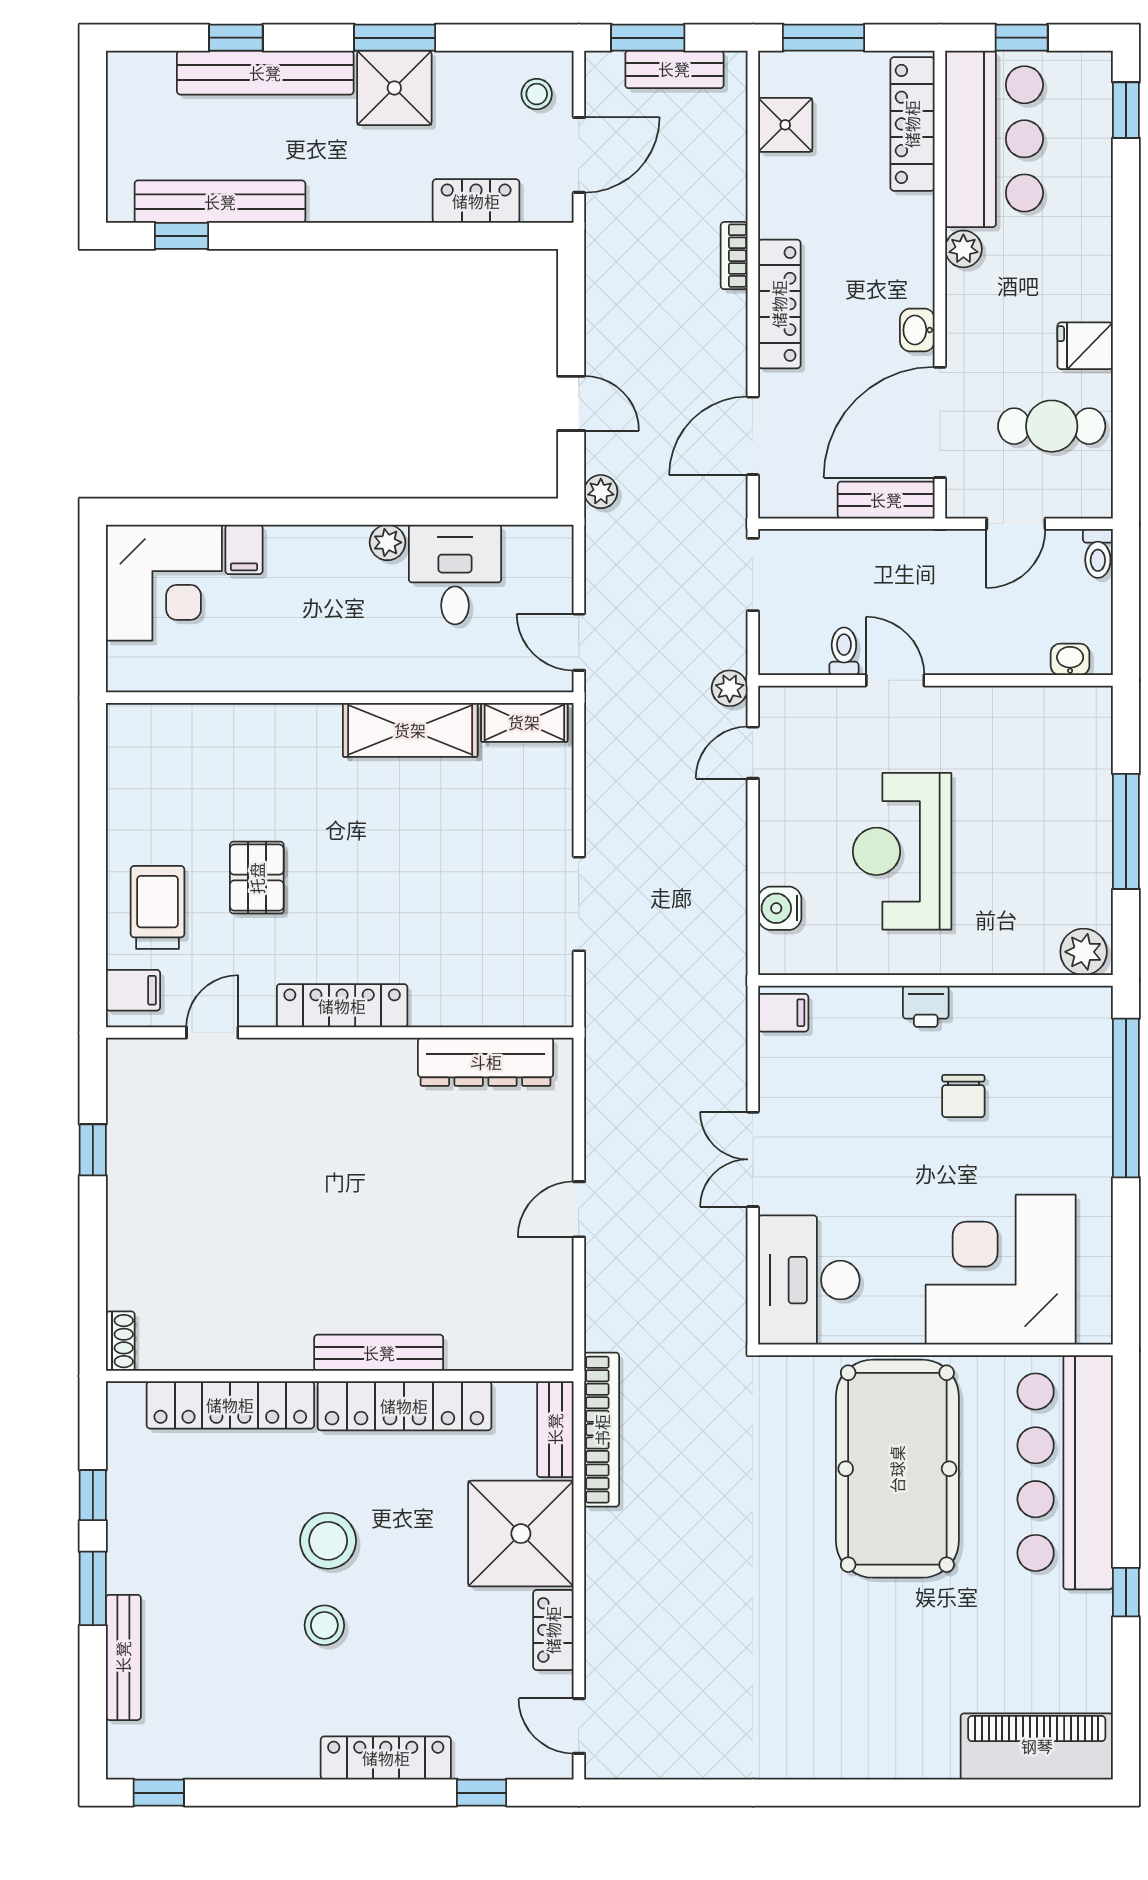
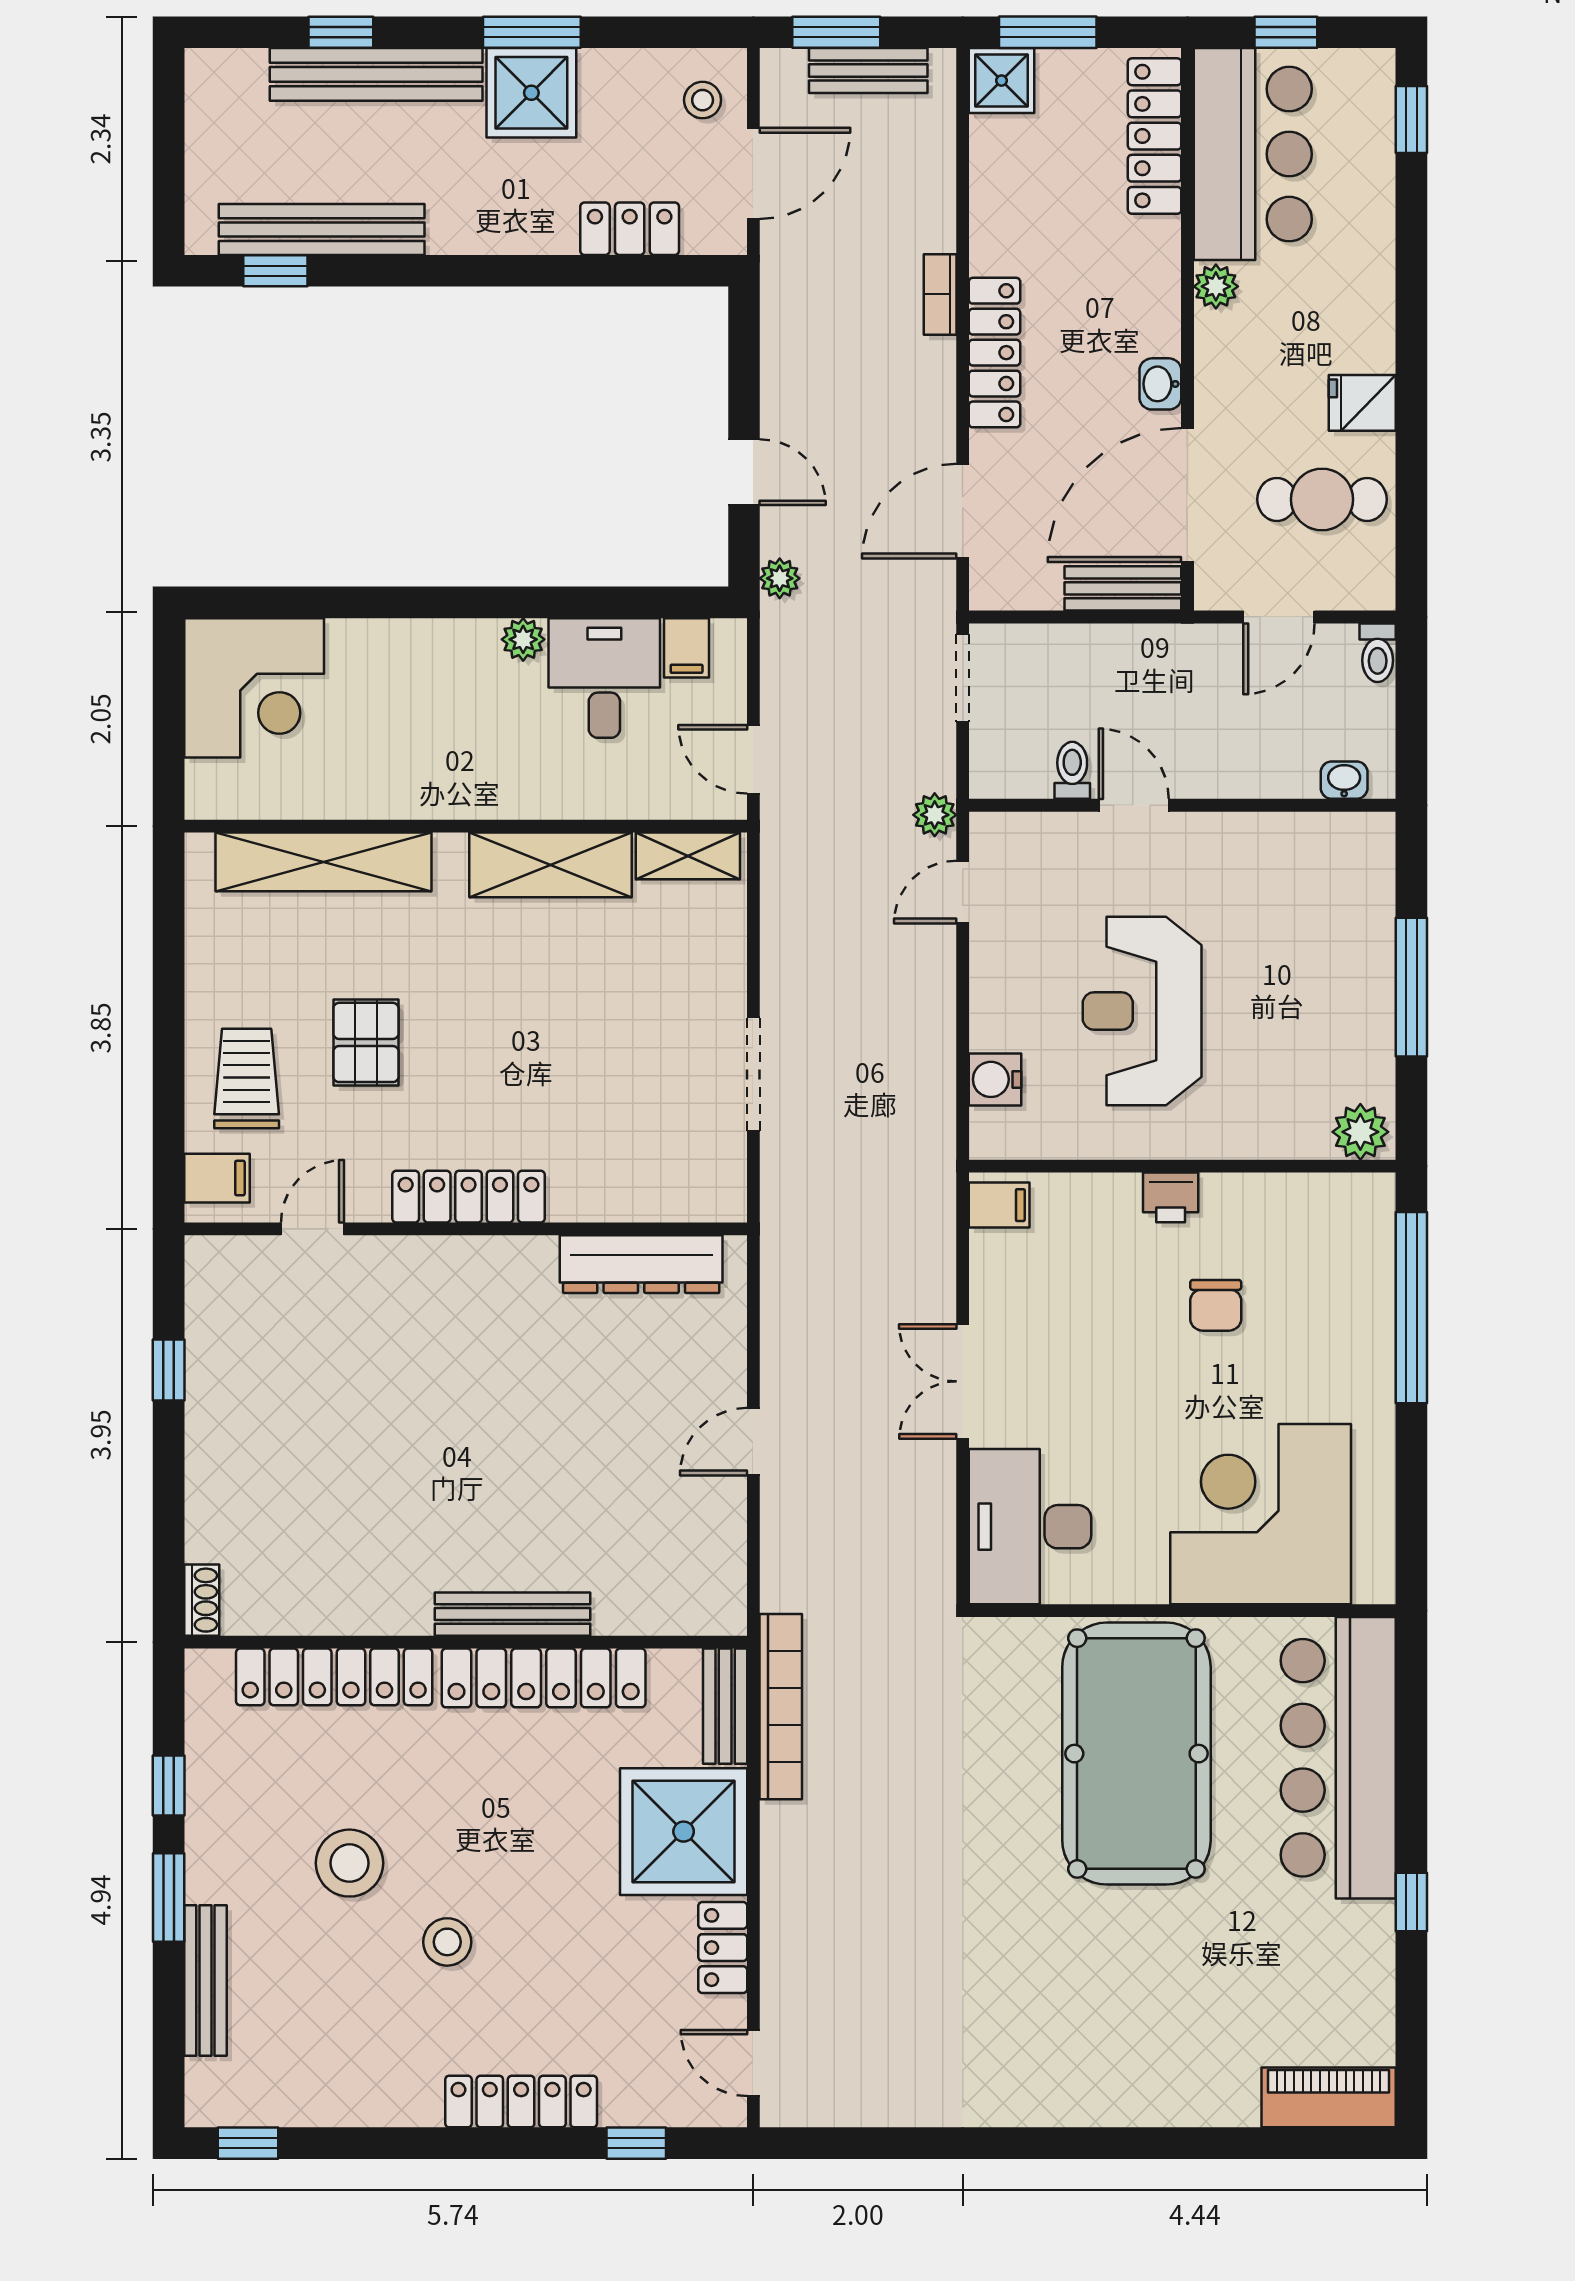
shower: (785, 125) -> (1001, 81), moved
filing cabinet: (244, 549) -> (687, 648), moved
shelving: (221, 727) -> (323, 862), added
stool: (328, 1541) -> (349, 1863), moved
piano: (1037, 1746) -> (1329, 2097), width x0.73, depth x0.75

